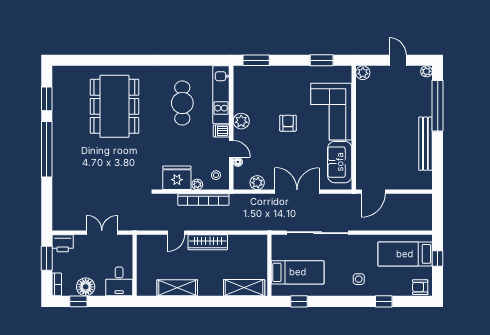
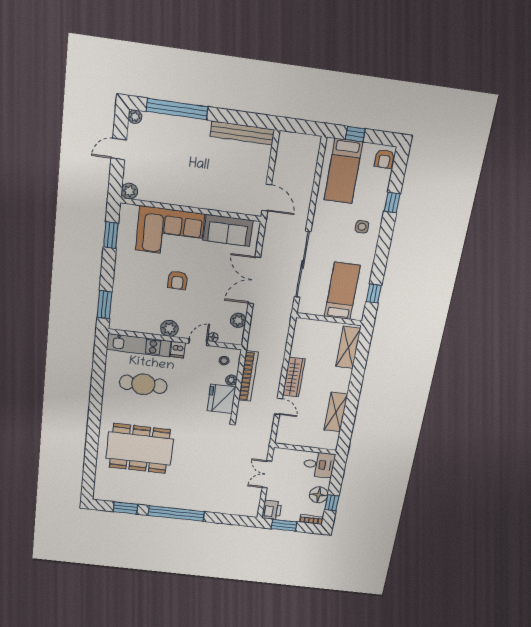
armchair: (288, 123) -> (177, 280), turned -90
bench: (425, 144) -> (242, 133), moved

